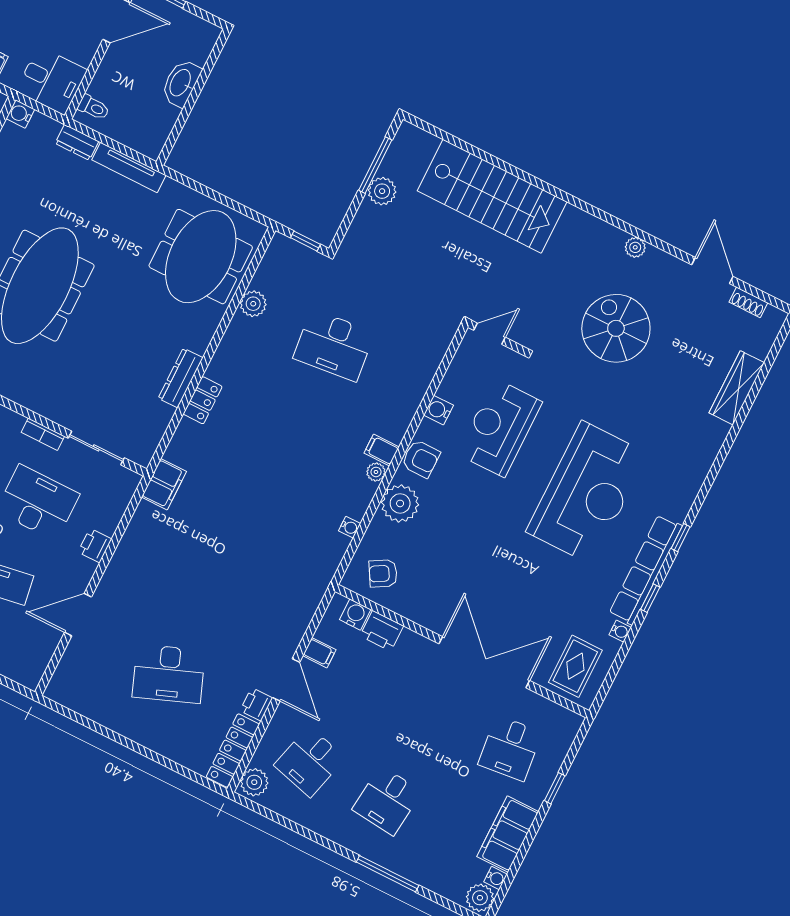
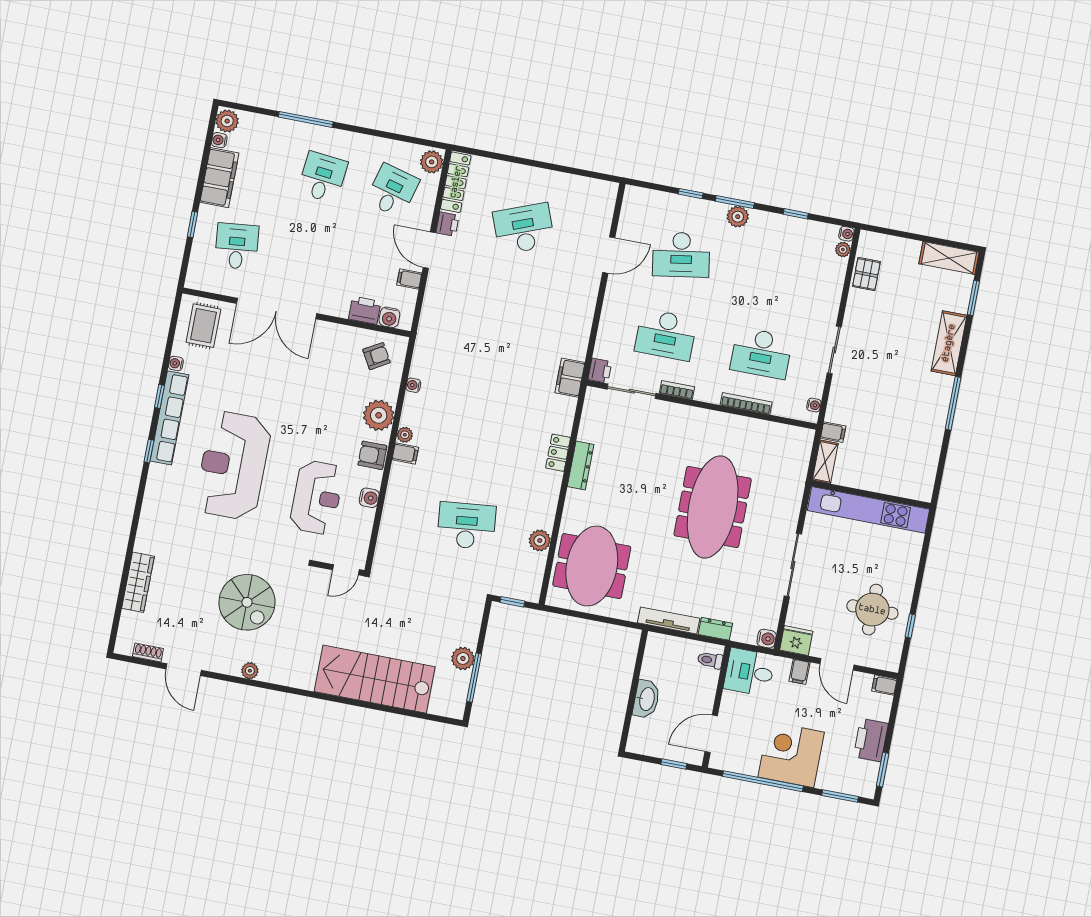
printer: (95, 545) -> (600, 371), moved

